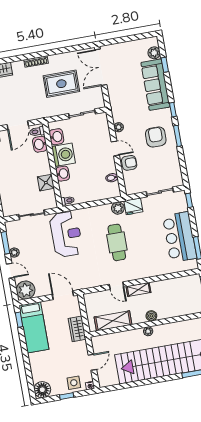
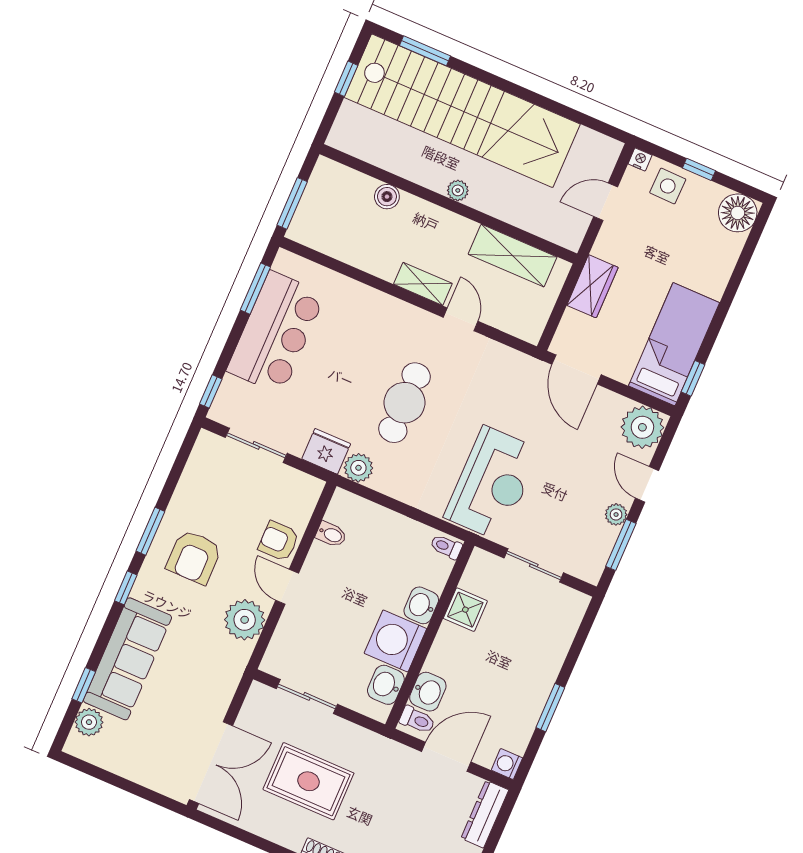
plant: (119, 127) -> (245, 620), width x1.87, depth x1.87
reception desk: (66, 234) -> (492, 483), turned 180
boiler: (151, 316) -> (387, 197), moved

